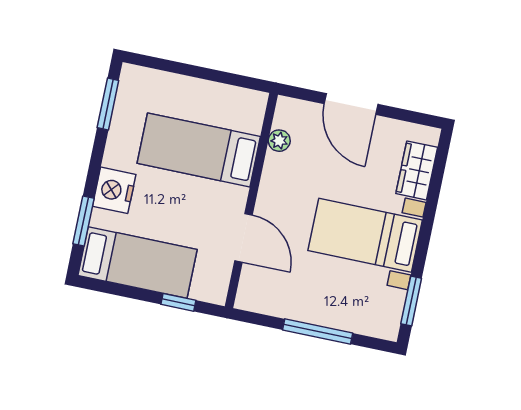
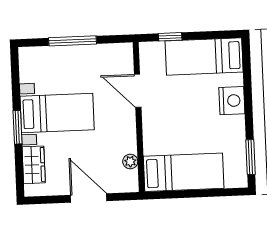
bed: (199, 150) -> (184, 172), moved
window: (84, 221) -> (247, 75), removed
window: (411, 301) -> (17, 127), moved

